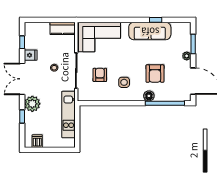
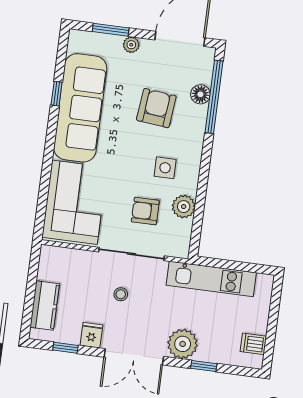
kitchen counter: (63, 28) -> (45, 305), moved
sofa: (150, 31) -> (80, 108), width x1.36, depth x1.27
armchair: (155, 74) -> (156, 108), turned -84
plant: (105, 95) -> (184, 207), added
floor lamp: (149, 96) -> (200, 94), moved

